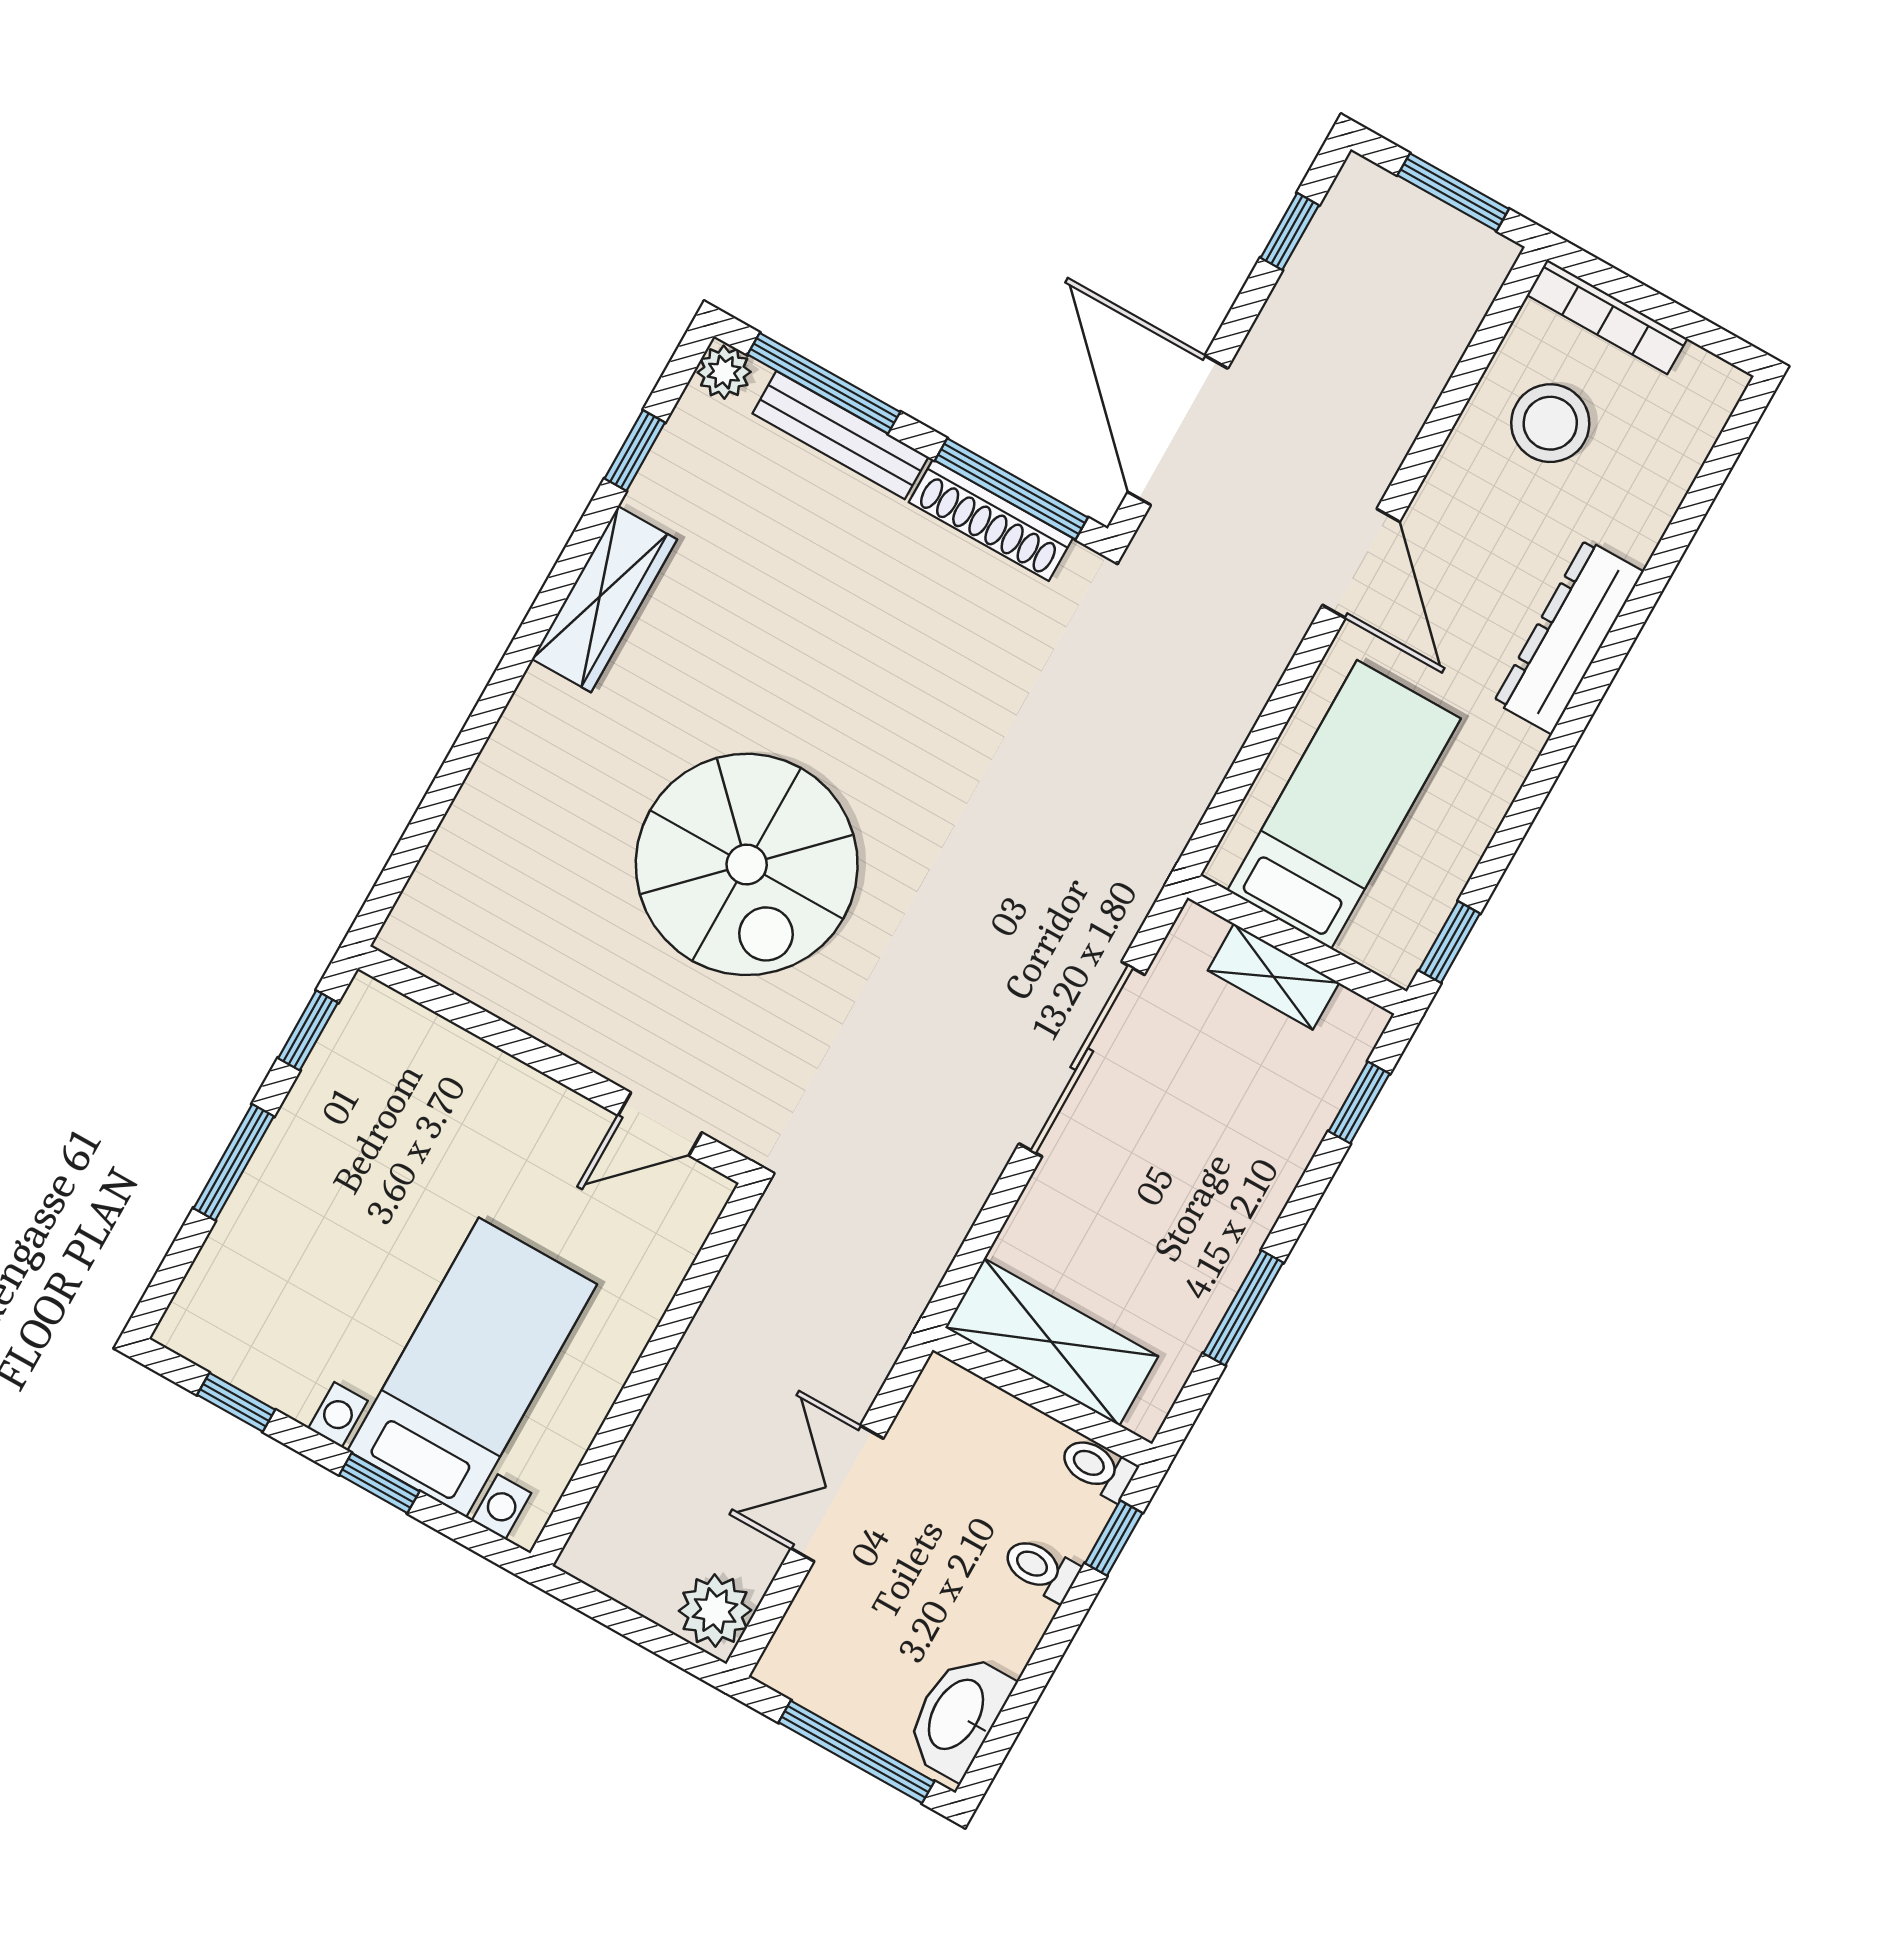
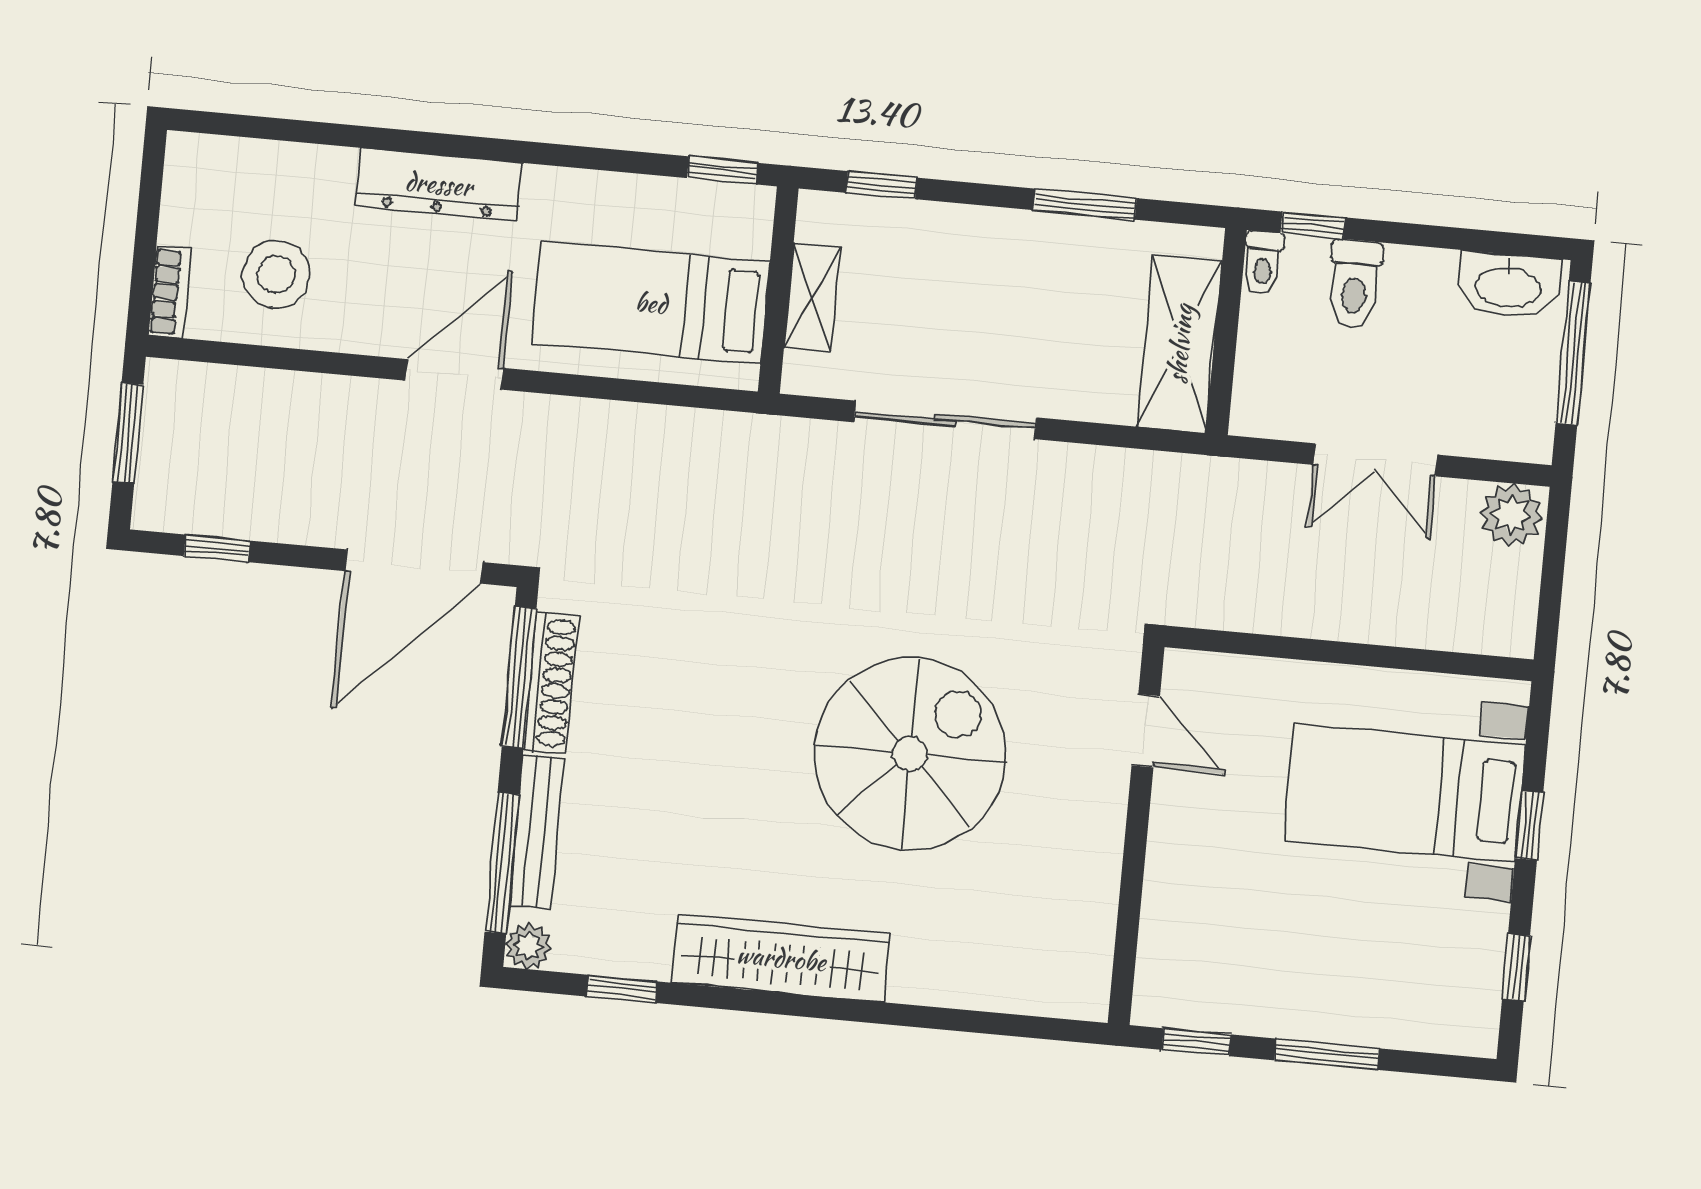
bookcase: (1607, 317) -> (170, 292), width x0.64
wardrobe: (604, 599) -> (781, 958), width x1.40, depth x1.17
toilet: (1041, 1569) -> (1355, 283), width x1.37, depth x1.39

